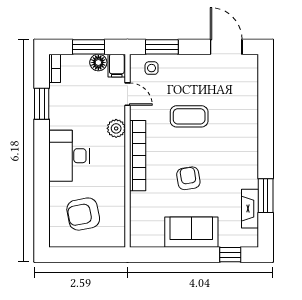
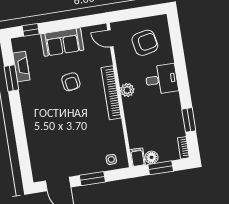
window: (162, 47) -> (92, 179), moved
door: (128, 94) -> (110, 38), moved
coffee table: (189, 116) -> (78, 128), removed
plant: (116, 128) -> (127, 90), moved
desk: (69, 156) -> (162, 79), width x0.73

